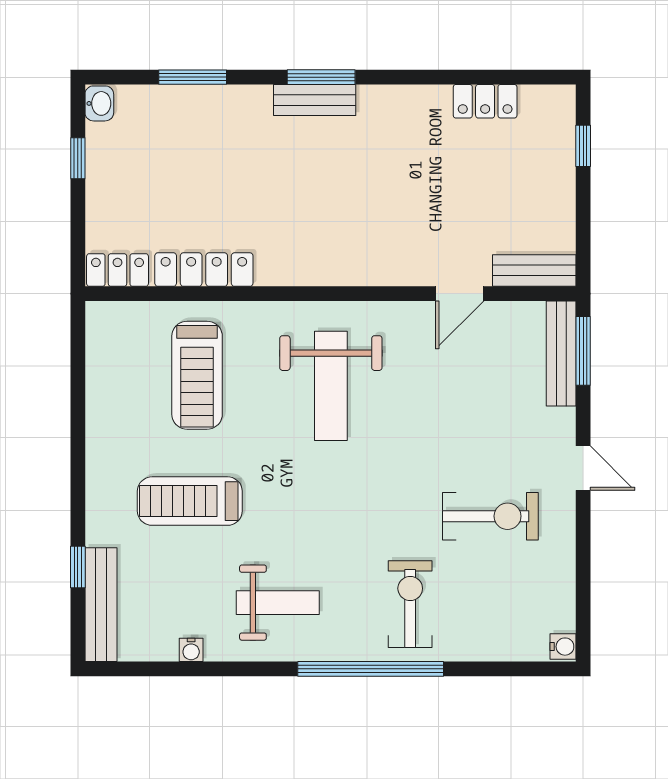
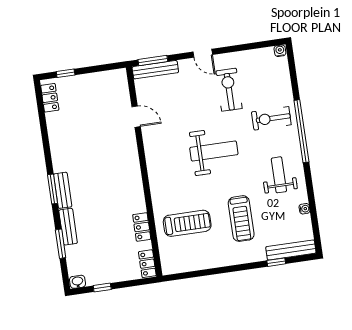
locker: (485, 101) -> (50, 98), moved
locker: (204, 270) -> (142, 227), width x0.66
bench: (534, 271) -> (68, 227), moved
weight bench: (331, 386) -> (214, 151), moved
door: (583, 468) -> (203, 53), swing flipped

